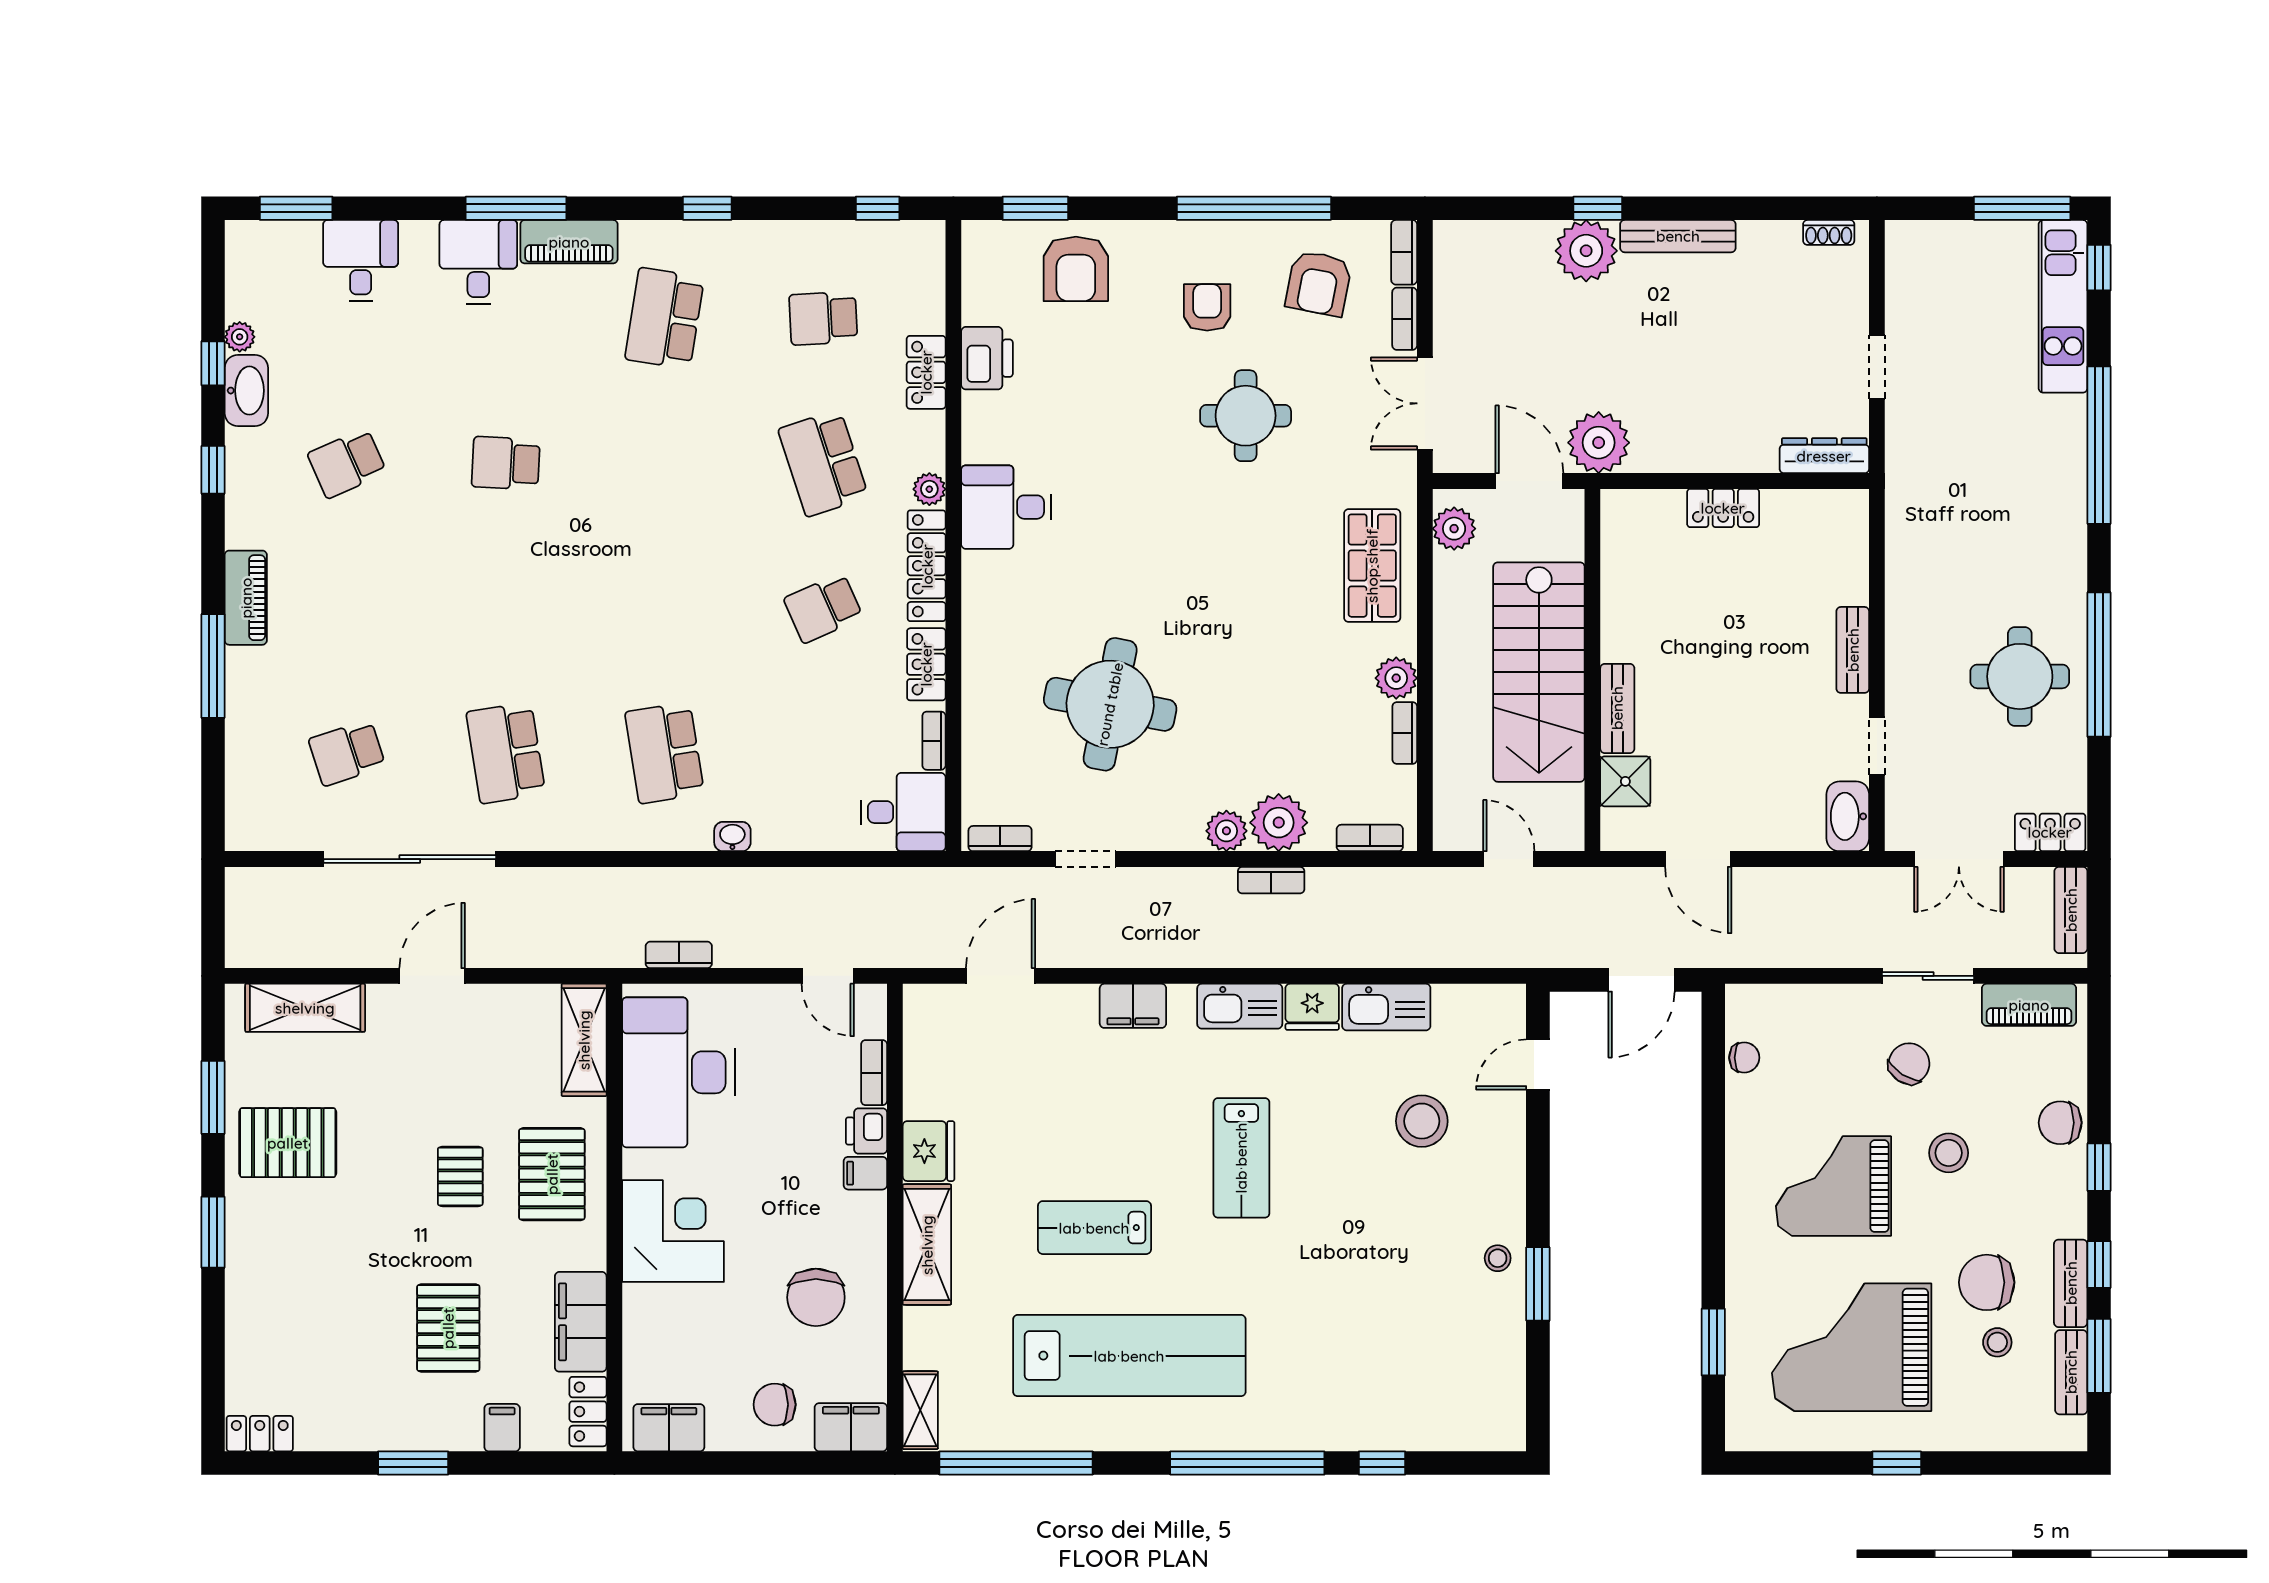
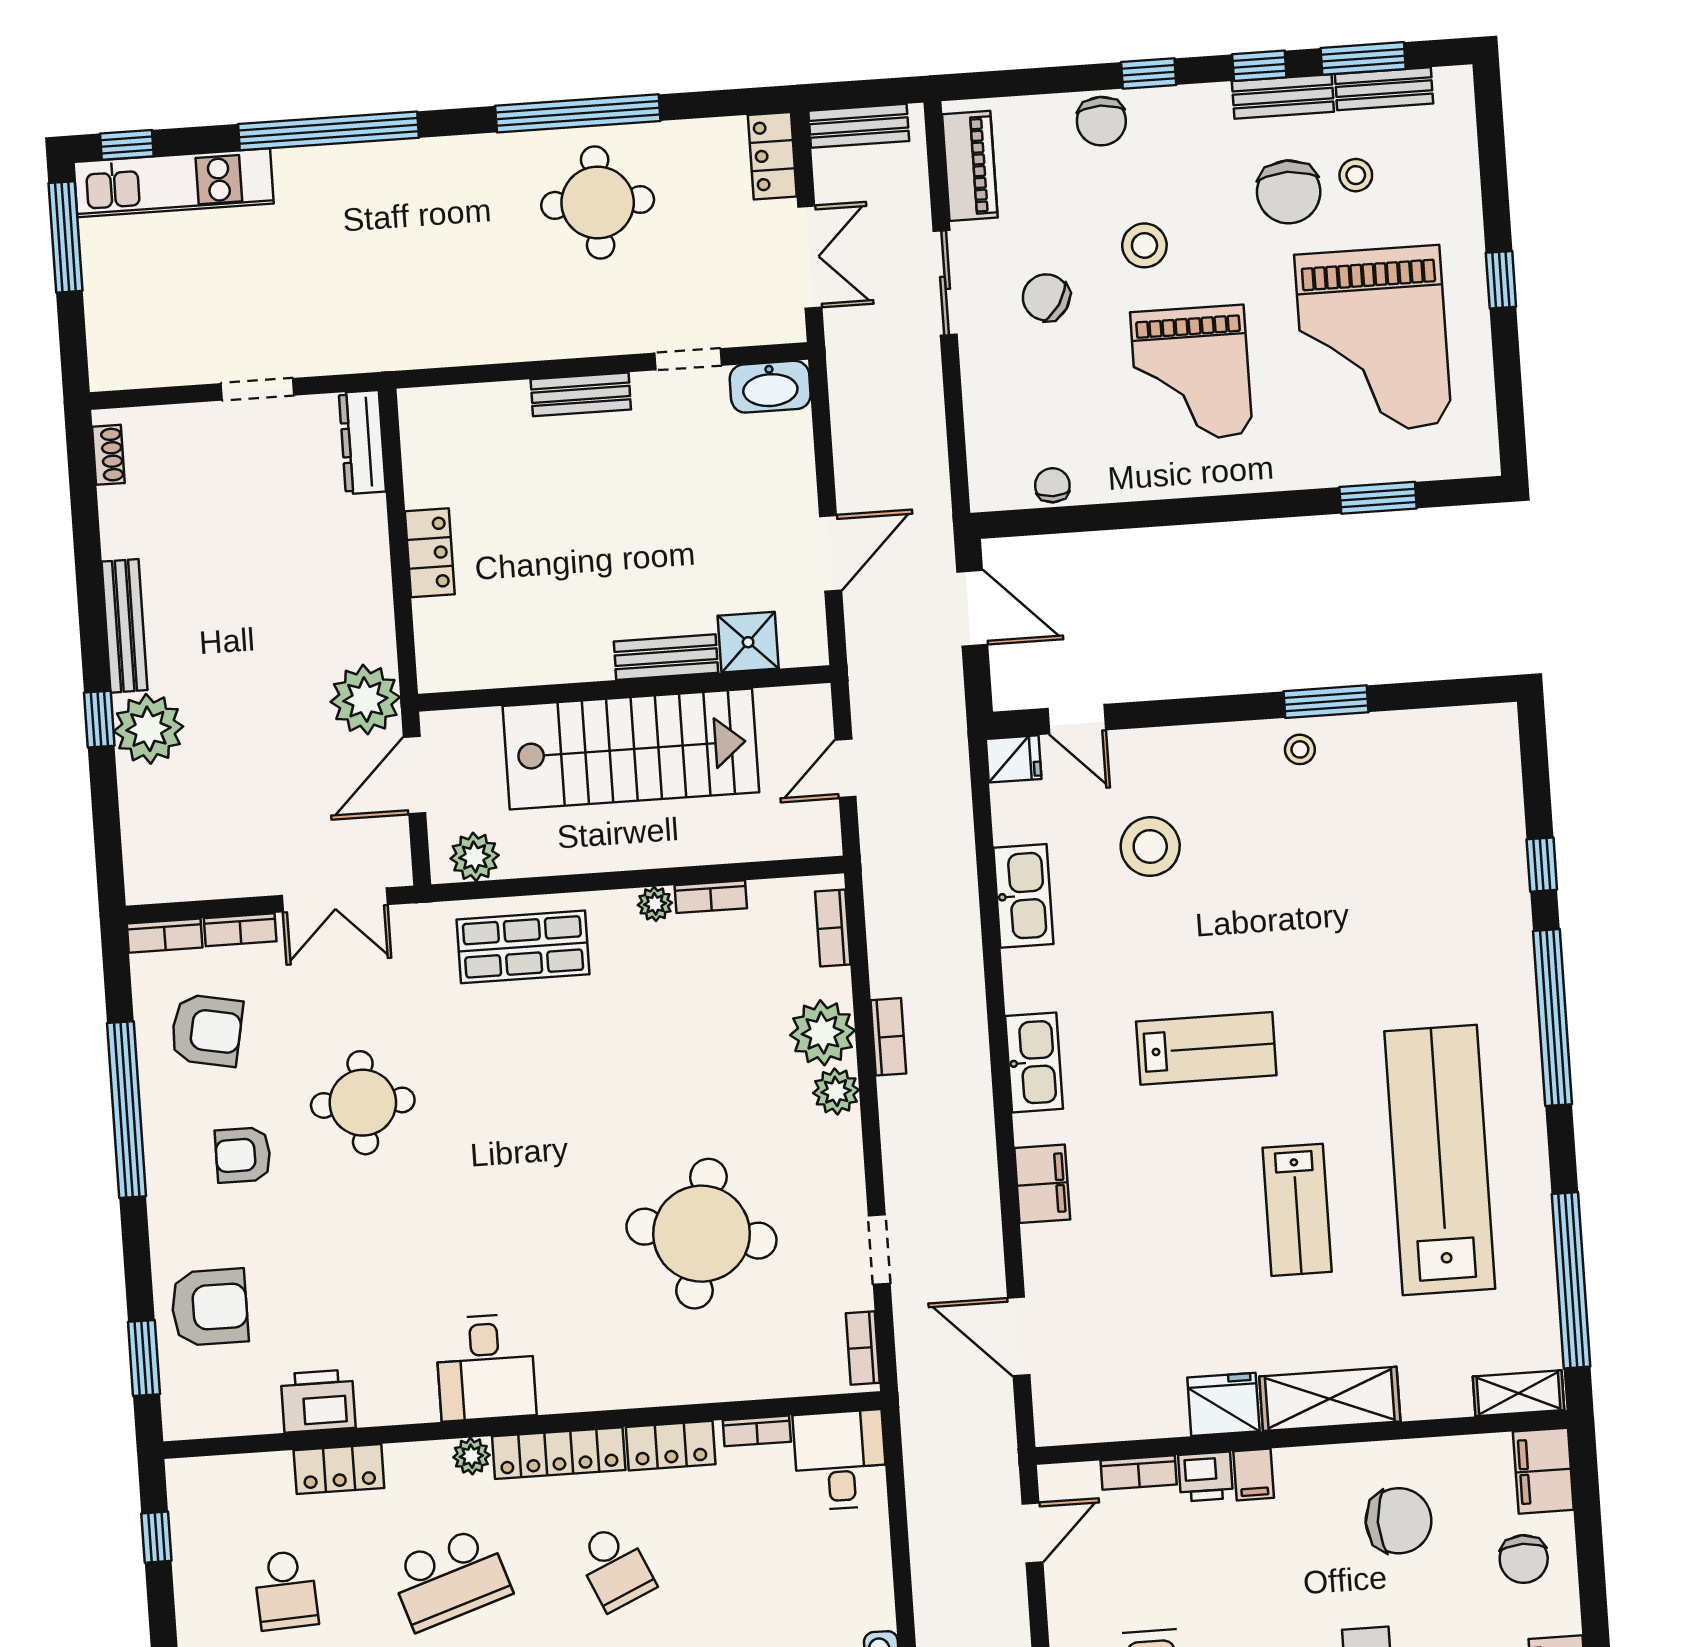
plant: (1396, 678) -> (655, 904), width x0.73, depth x0.73
fridge: (1312, 1007) -> (1014, 759), moved, width x0.72

